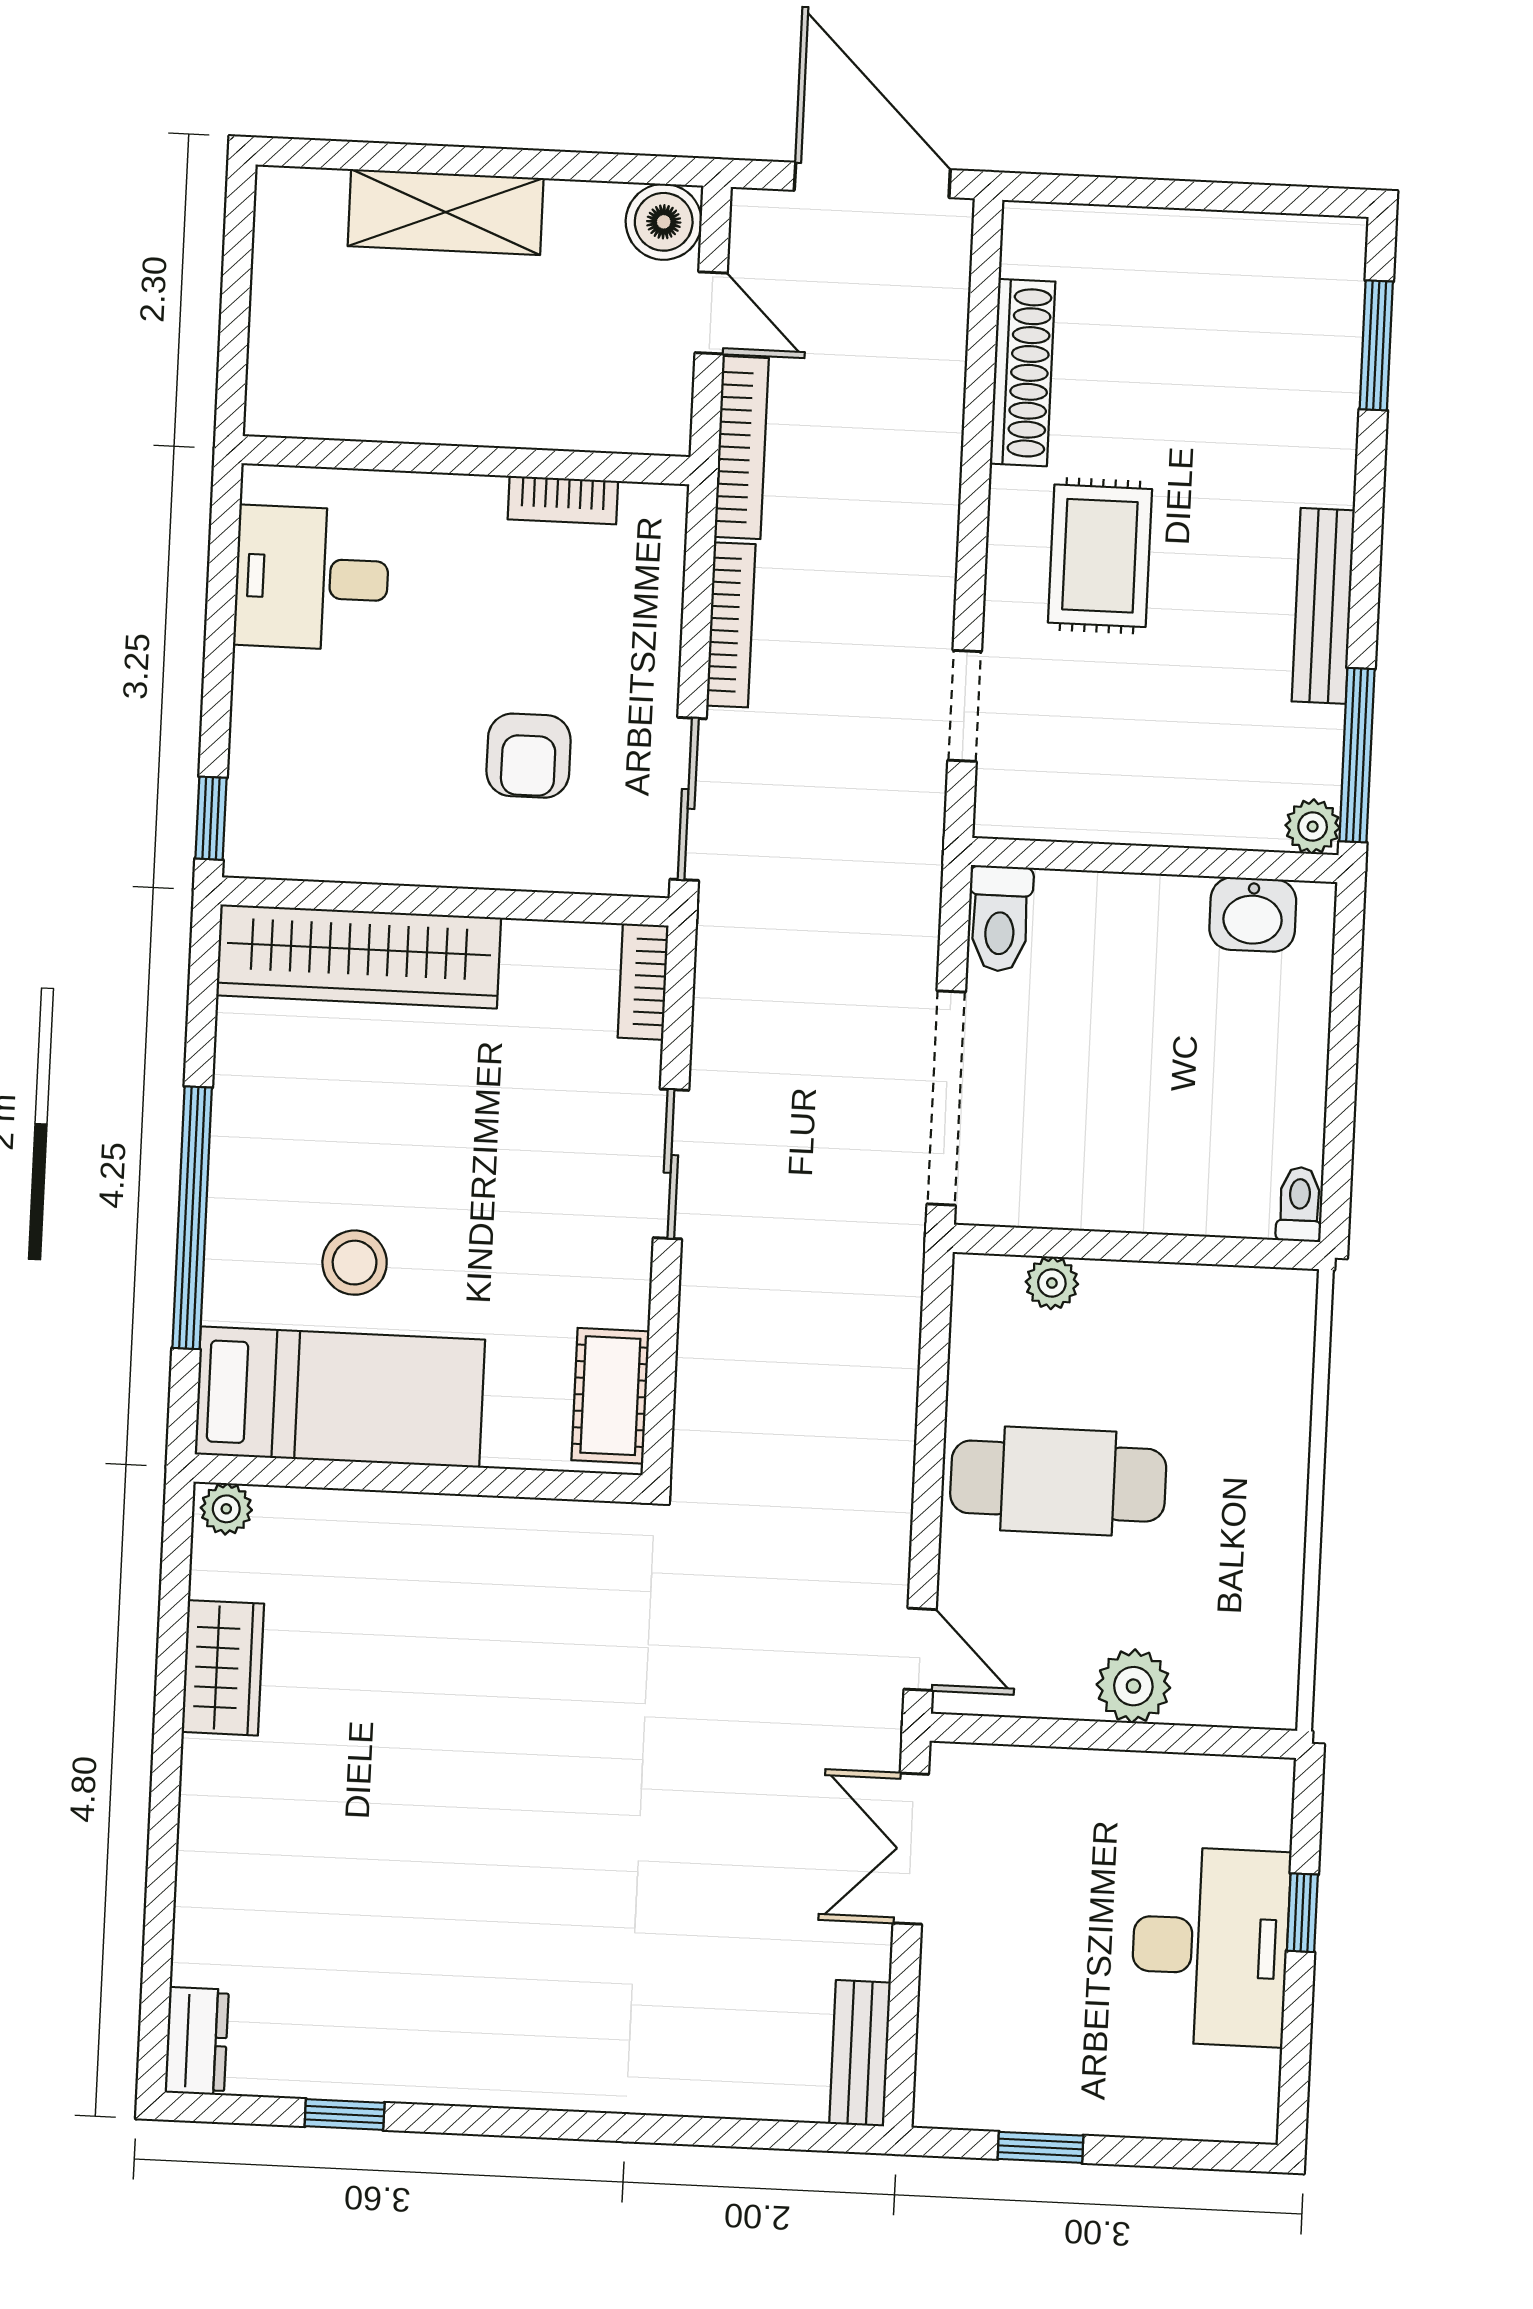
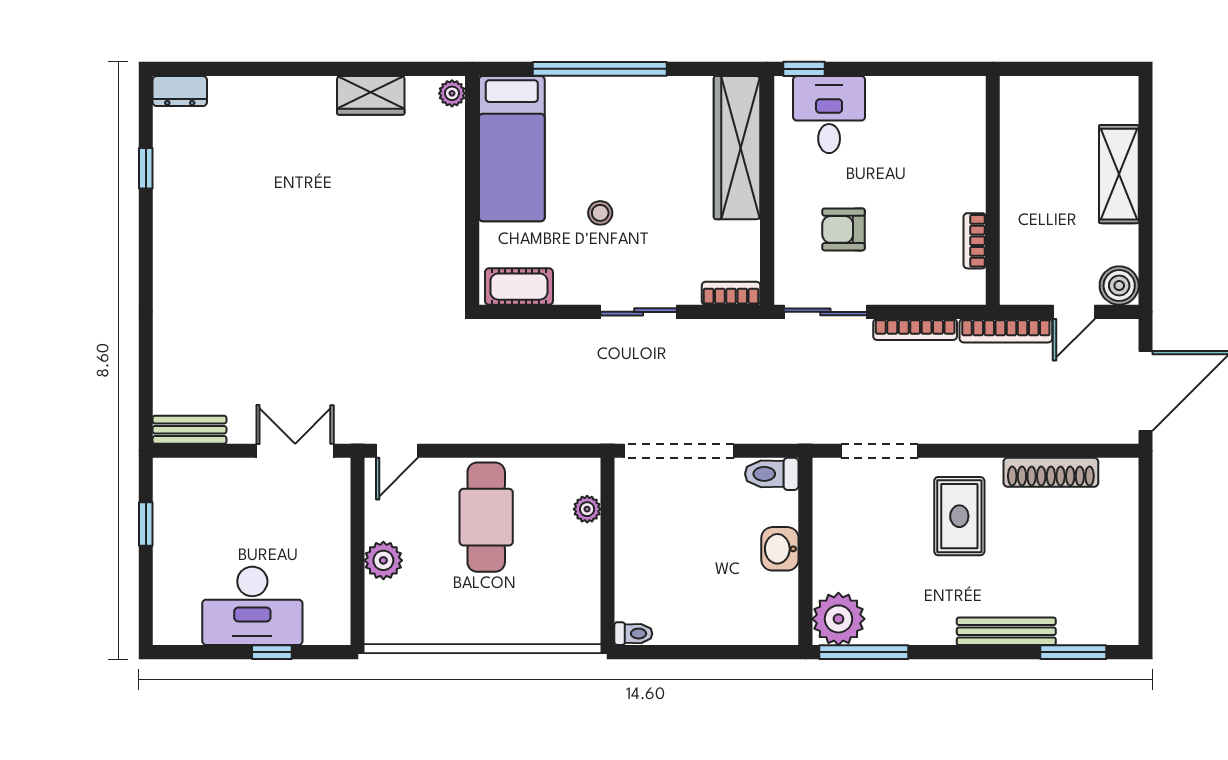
rug: (1100, 556) -> (959, 516), turned 90
desk: (312, 578) -> (829, 115), moved
bench: (1323, 606) -> (1006, 631), moved
doorway: (965, 706) -> (879, 451), width x1.38
plant: (1313, 827) -> (838, 619), width x1.87, depth x1.87
washbasin: (1253, 915) -> (780, 549), moved
stool: (355, 1263) -> (600, 213), moved, width x0.73, depth x0.73

